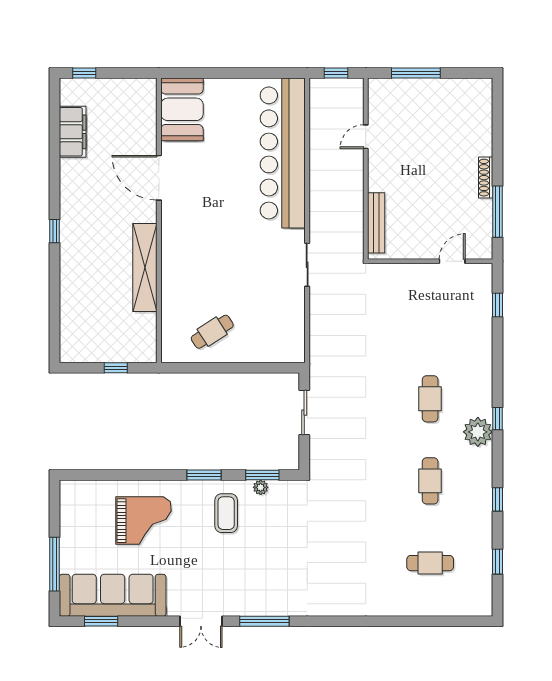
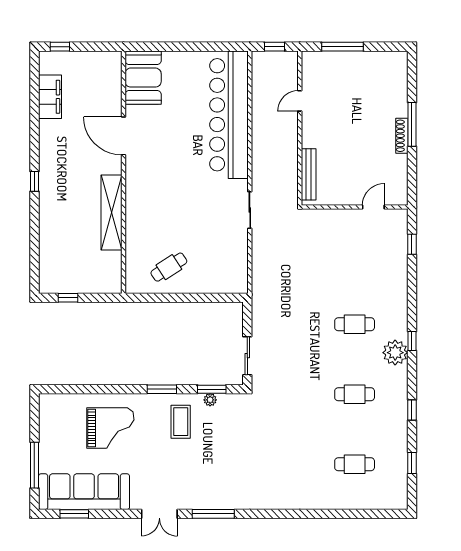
window: (497, 212) -> (412, 124), moved
window: (116, 368) -> (68, 298), moved
cafe table: (430, 399) -> (355, 324), turned 90
sliding door: (304, 413) -> (247, 356), moved
cafe table: (430, 481) -> (355, 394), turned 90

